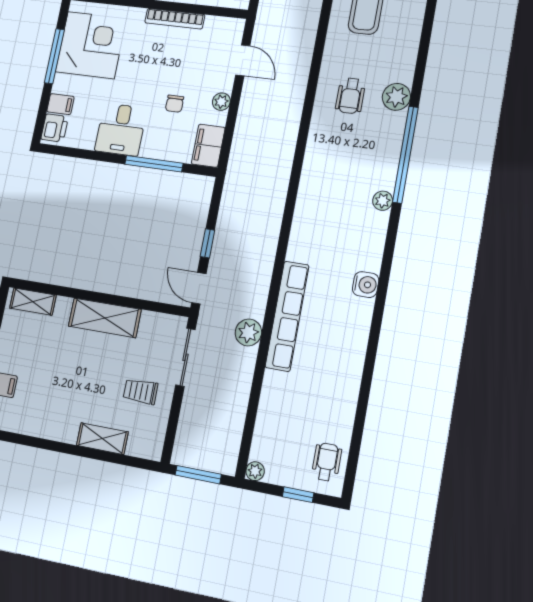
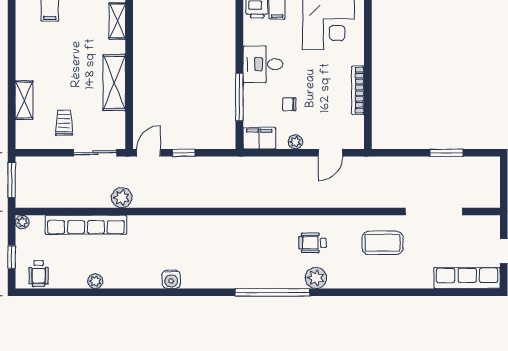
plant: (383, 201) -> (95, 281), moved
row of seats: (287, 316) -> (86, 225), moved
wheelchair: (327, 462) -> (39, 274), turned 90

